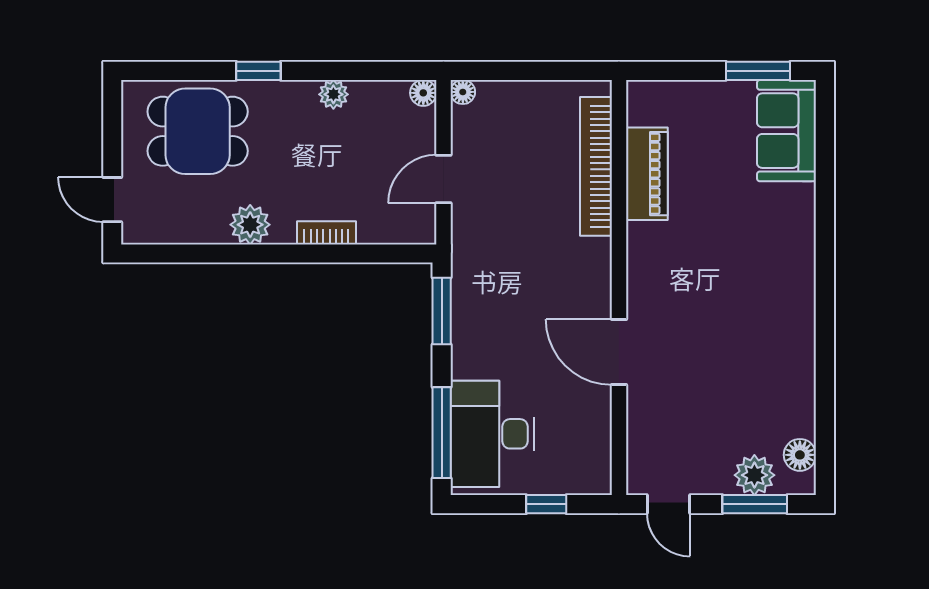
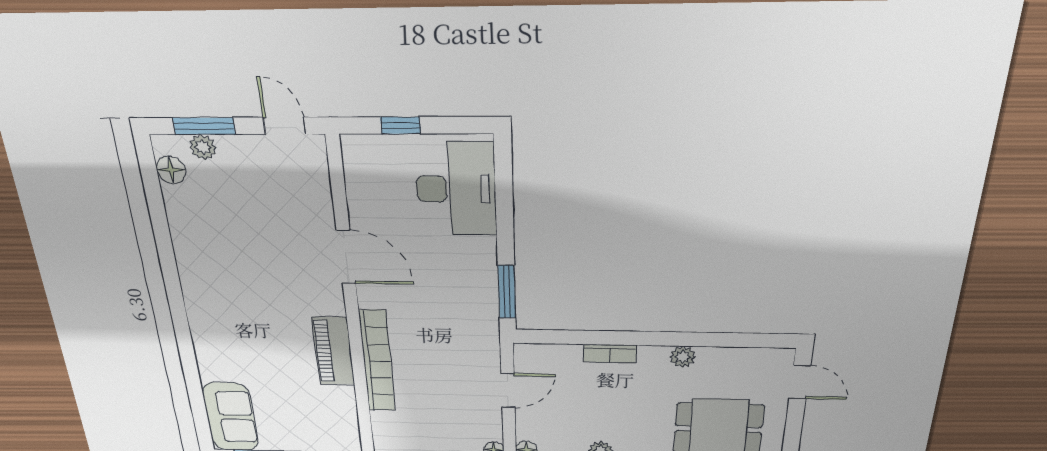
bookcase: (596, 166) -> (377, 361), moved
piano: (647, 174) -> (333, 351), moved
plant: (250, 225) -> (683, 357), width x0.73, depth x0.73
window: (442, 433) -> (504, 190), removed
plant: (754, 475) -> (203, 147), width x0.73, depth x0.73

